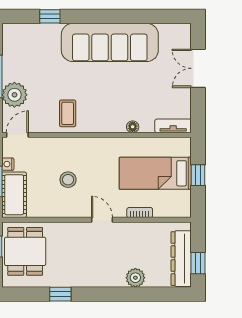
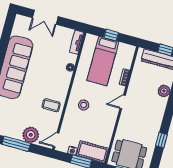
door: (17, 135) -> (56, 140), hinge flipped
stool: (68, 180) -> (84, 105), moved

